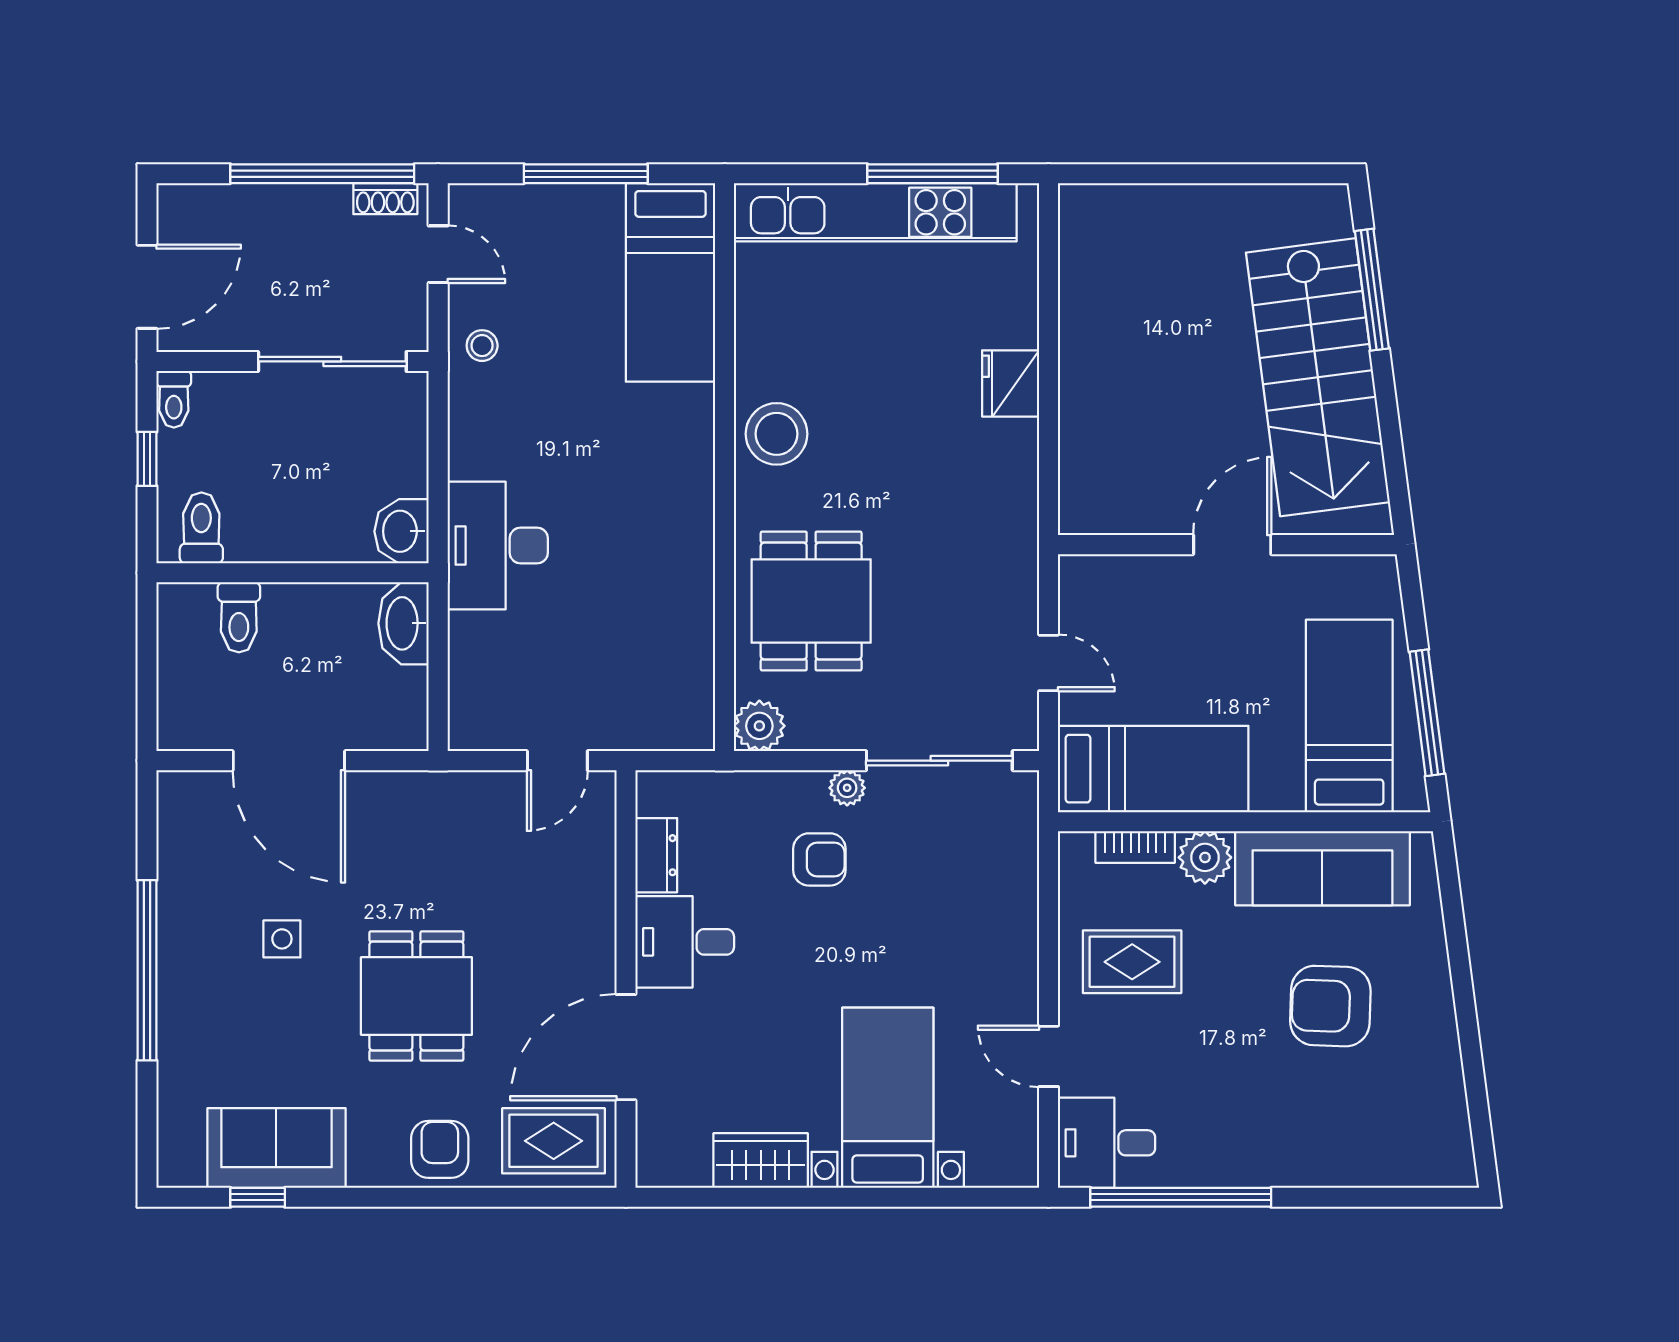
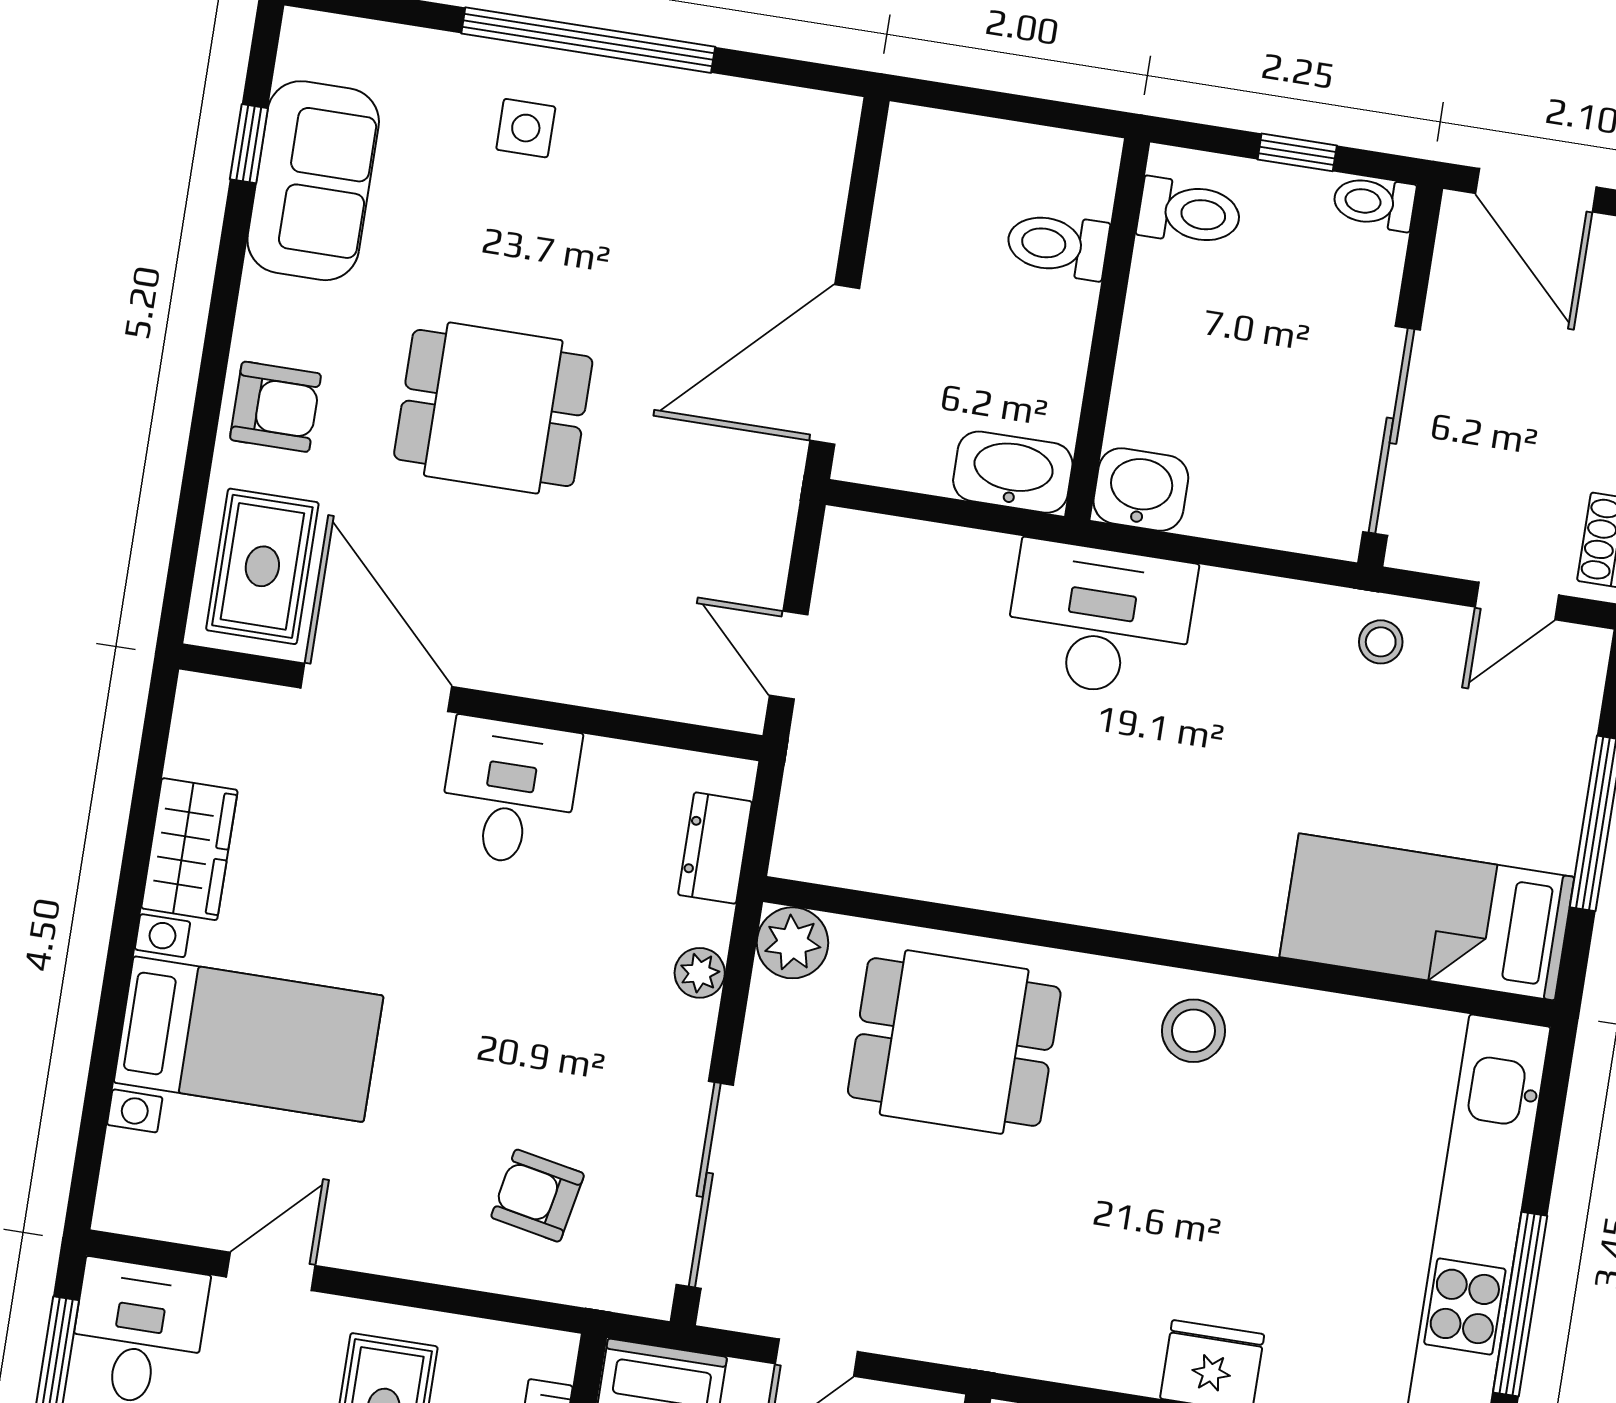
stool: (777, 434) -> (1194, 1031), width x0.73, depth x0.73
door: (289, 761) -> (835, 365), moved
plant: (847, 788) -> (700, 973), moved
dresser: (656, 855) -> (715, 848), moved, turned 90
armchair: (819, 859) -> (538, 1196), moved, turned 101
side table: (282, 939) -> (526, 128), moved

